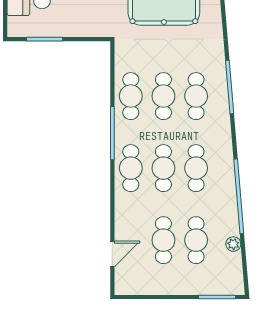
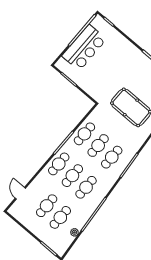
door: (112, 254) -> (20, 193), swing flipped

